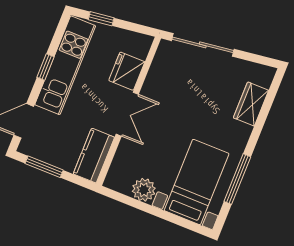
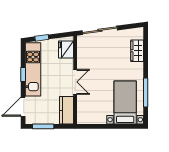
fridge: (127, 71) -> (66, 50), moved
plant: (144, 190) -> (99, 117), removed

